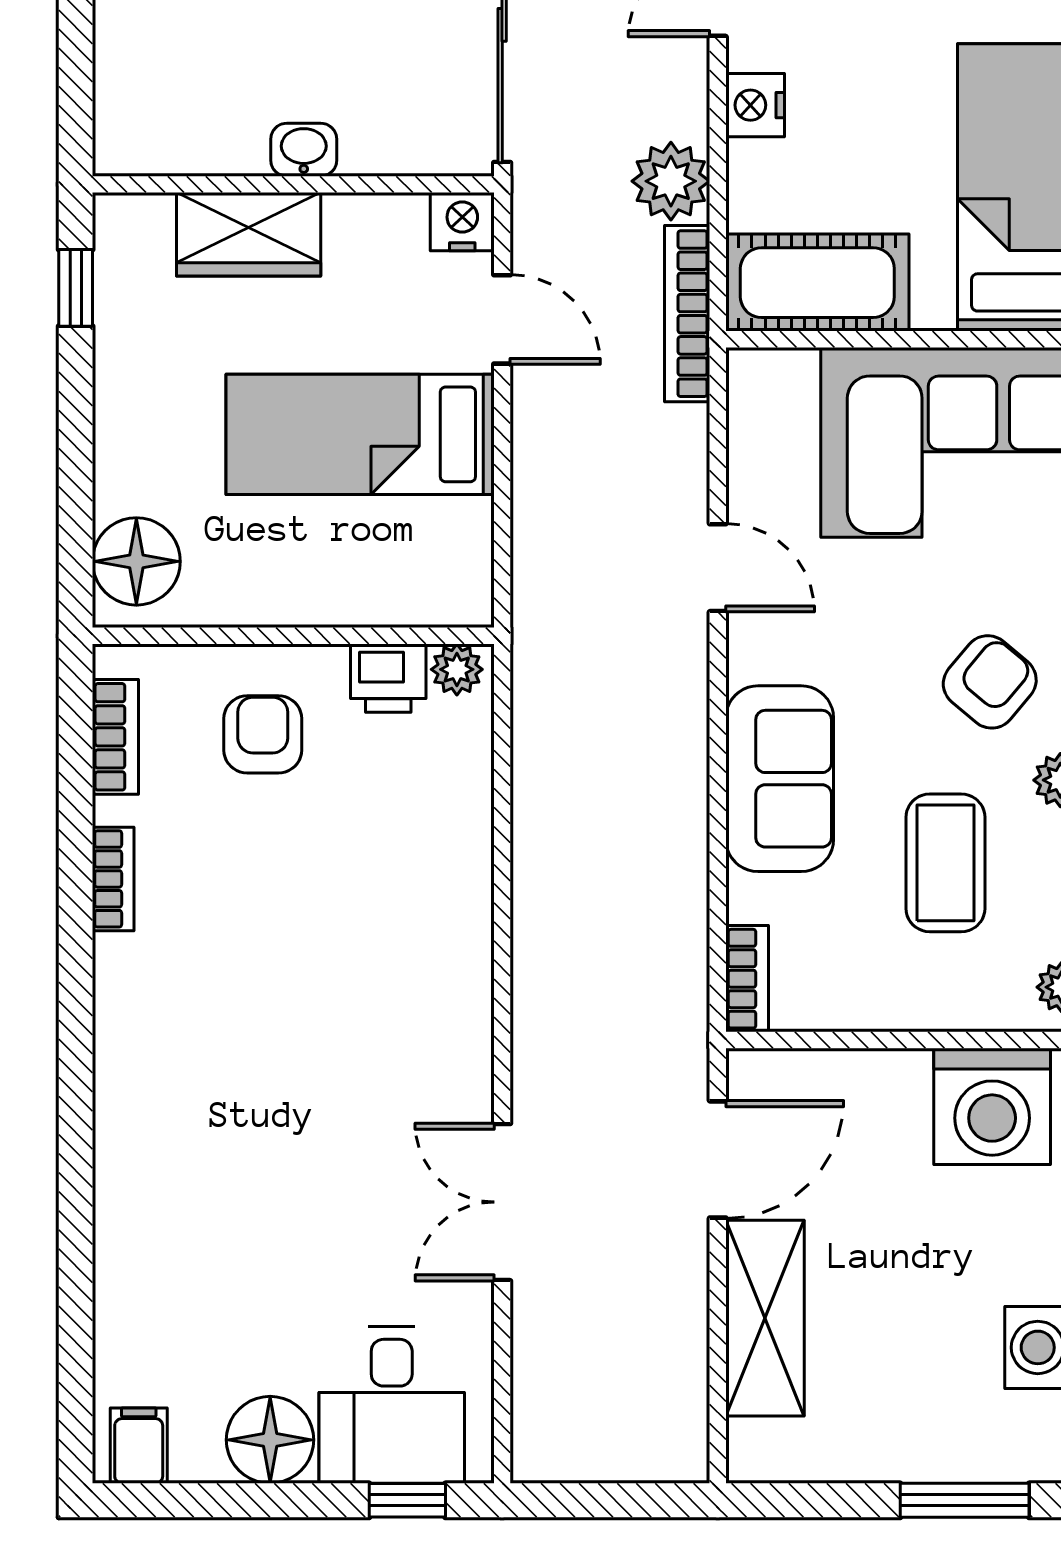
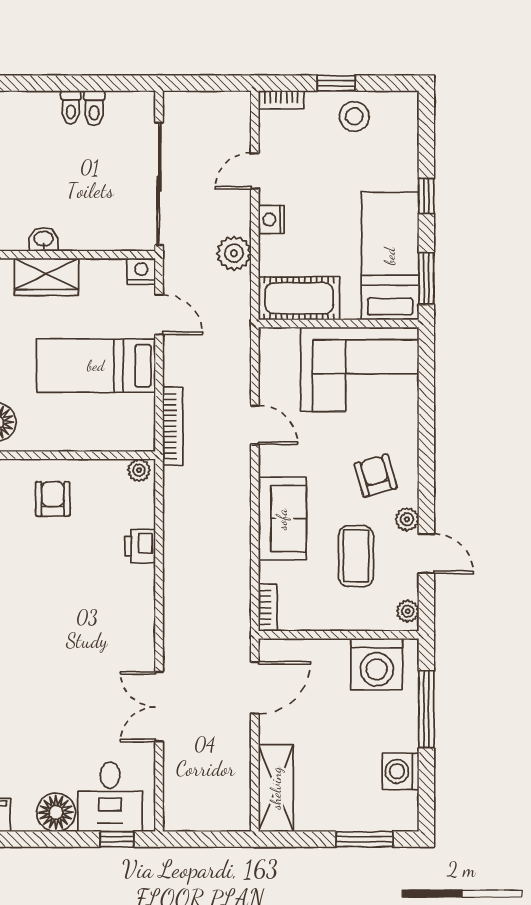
washbasin: (304, 150) -> (44, 239), moved
bookcase: (687, 314) -> (173, 426), moved, turned 180
printer: (388, 678) -> (140, 546), moved, turned 90
armchair: (990, 682) -> (376, 476), turned -56
shelving: (765, 1318) -> (276, 788), moved

